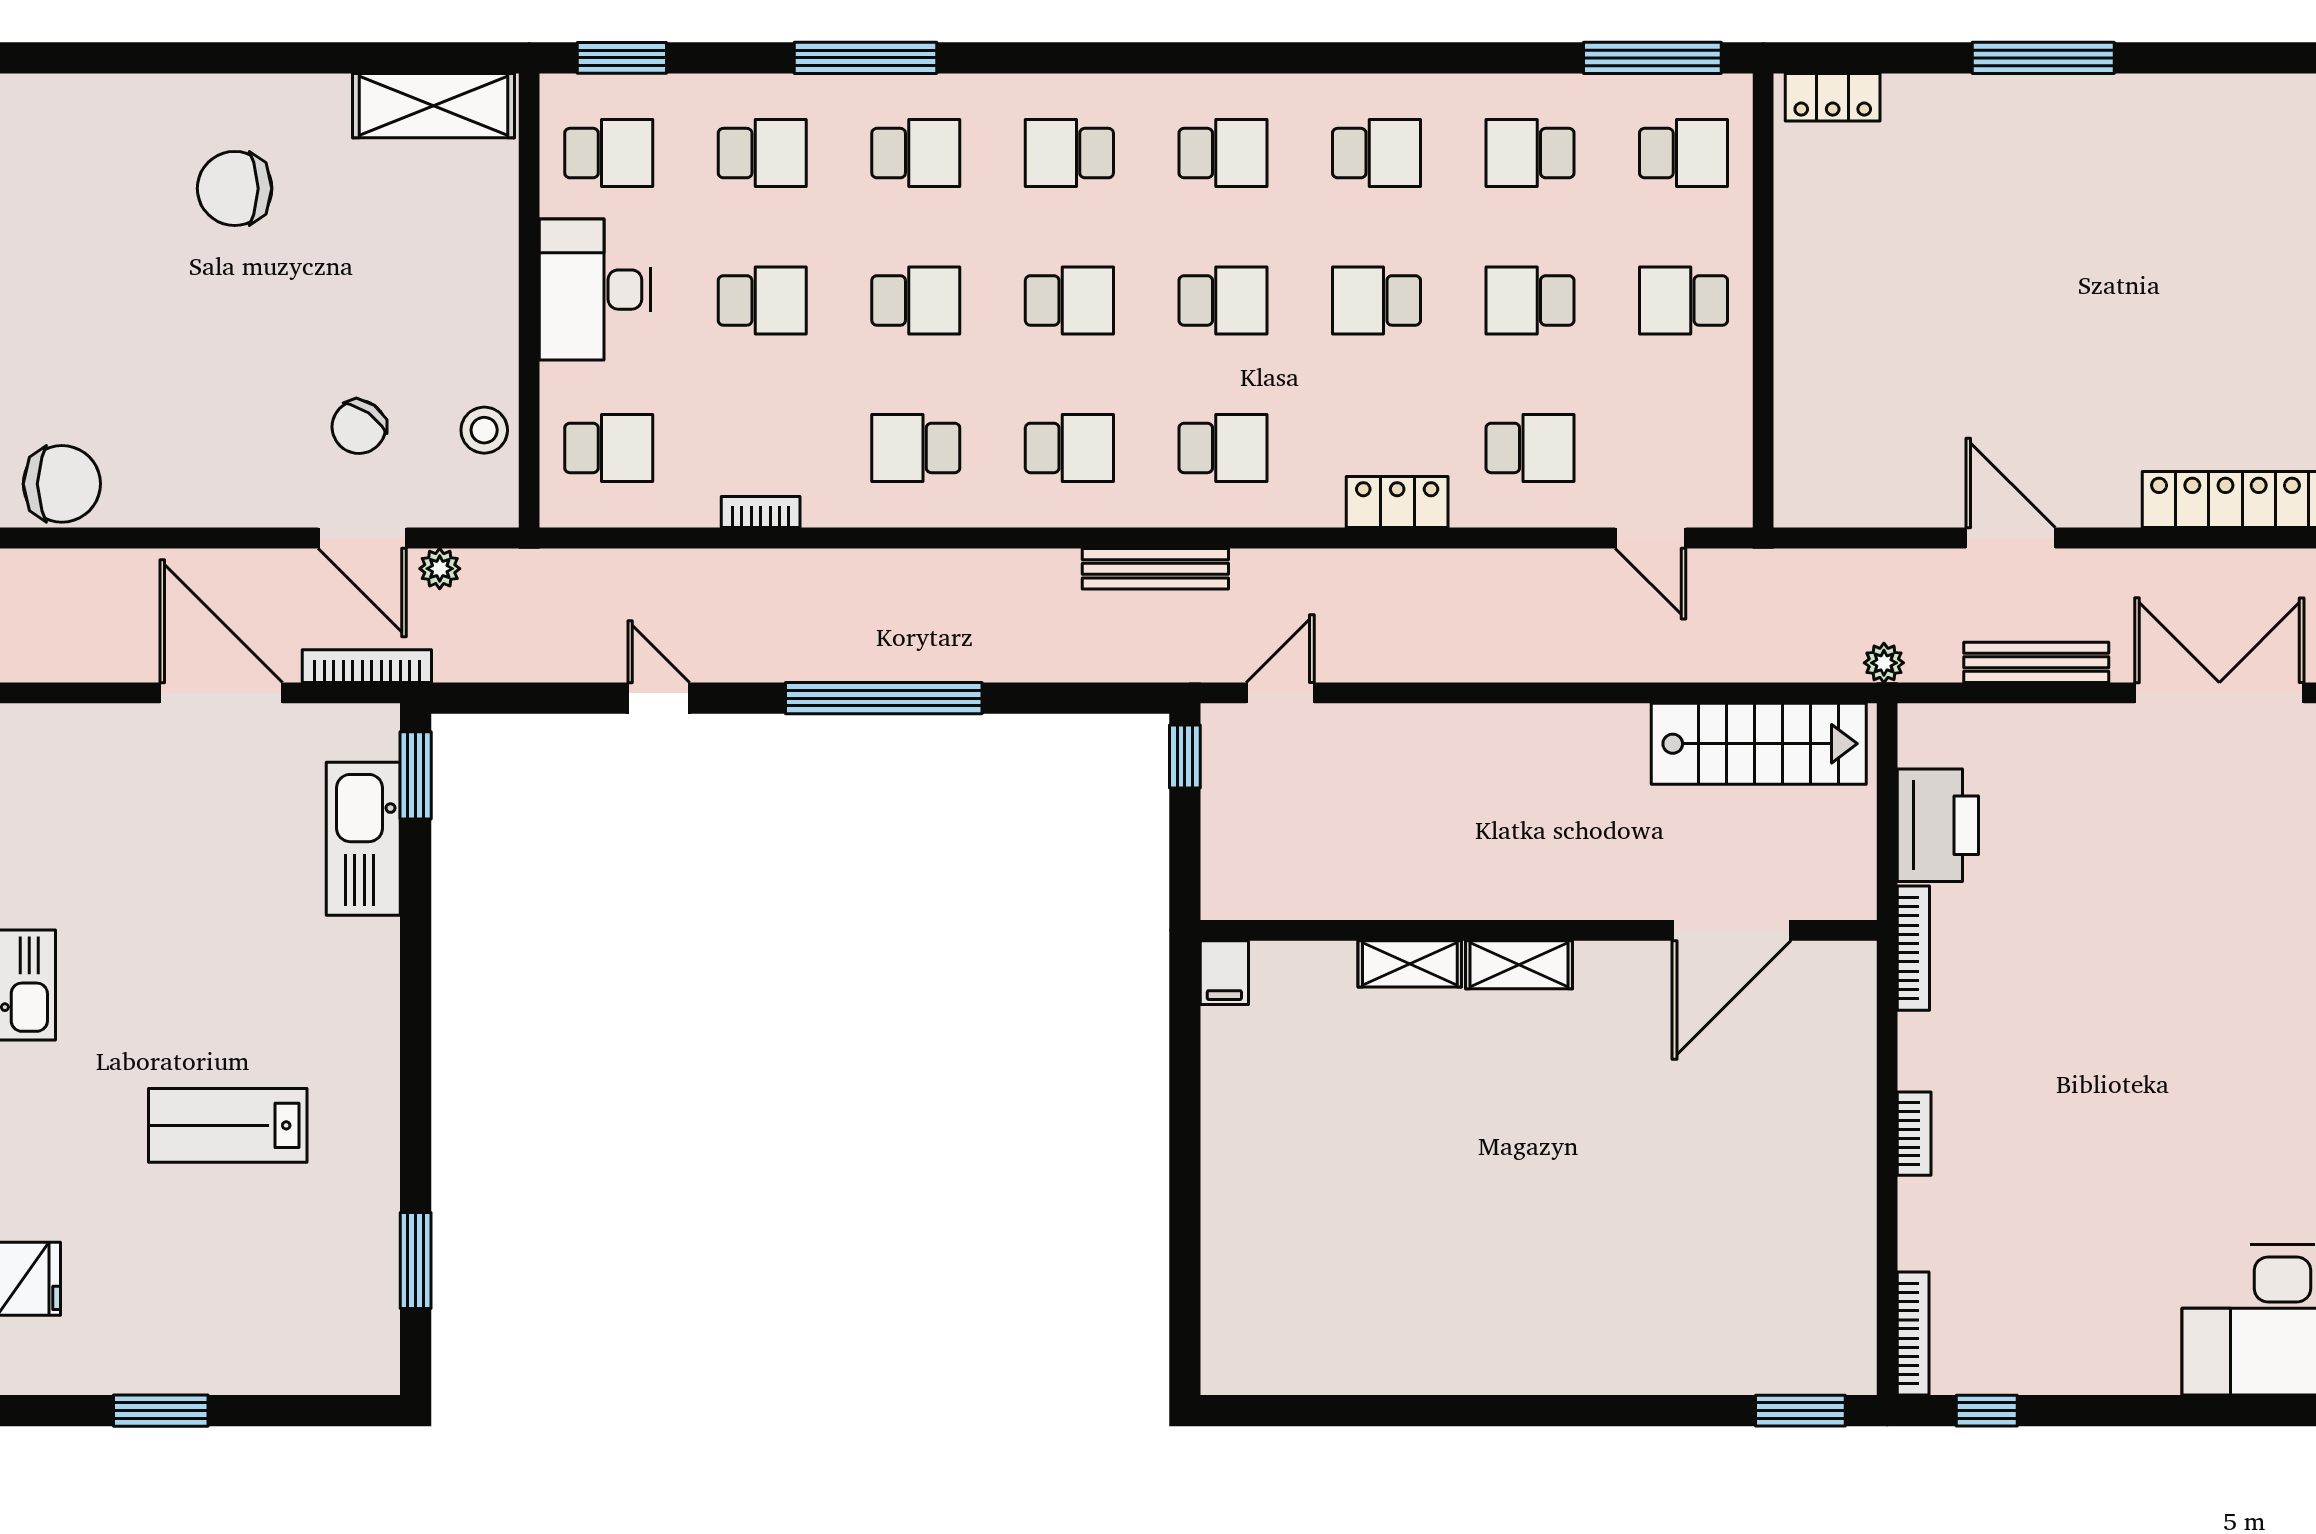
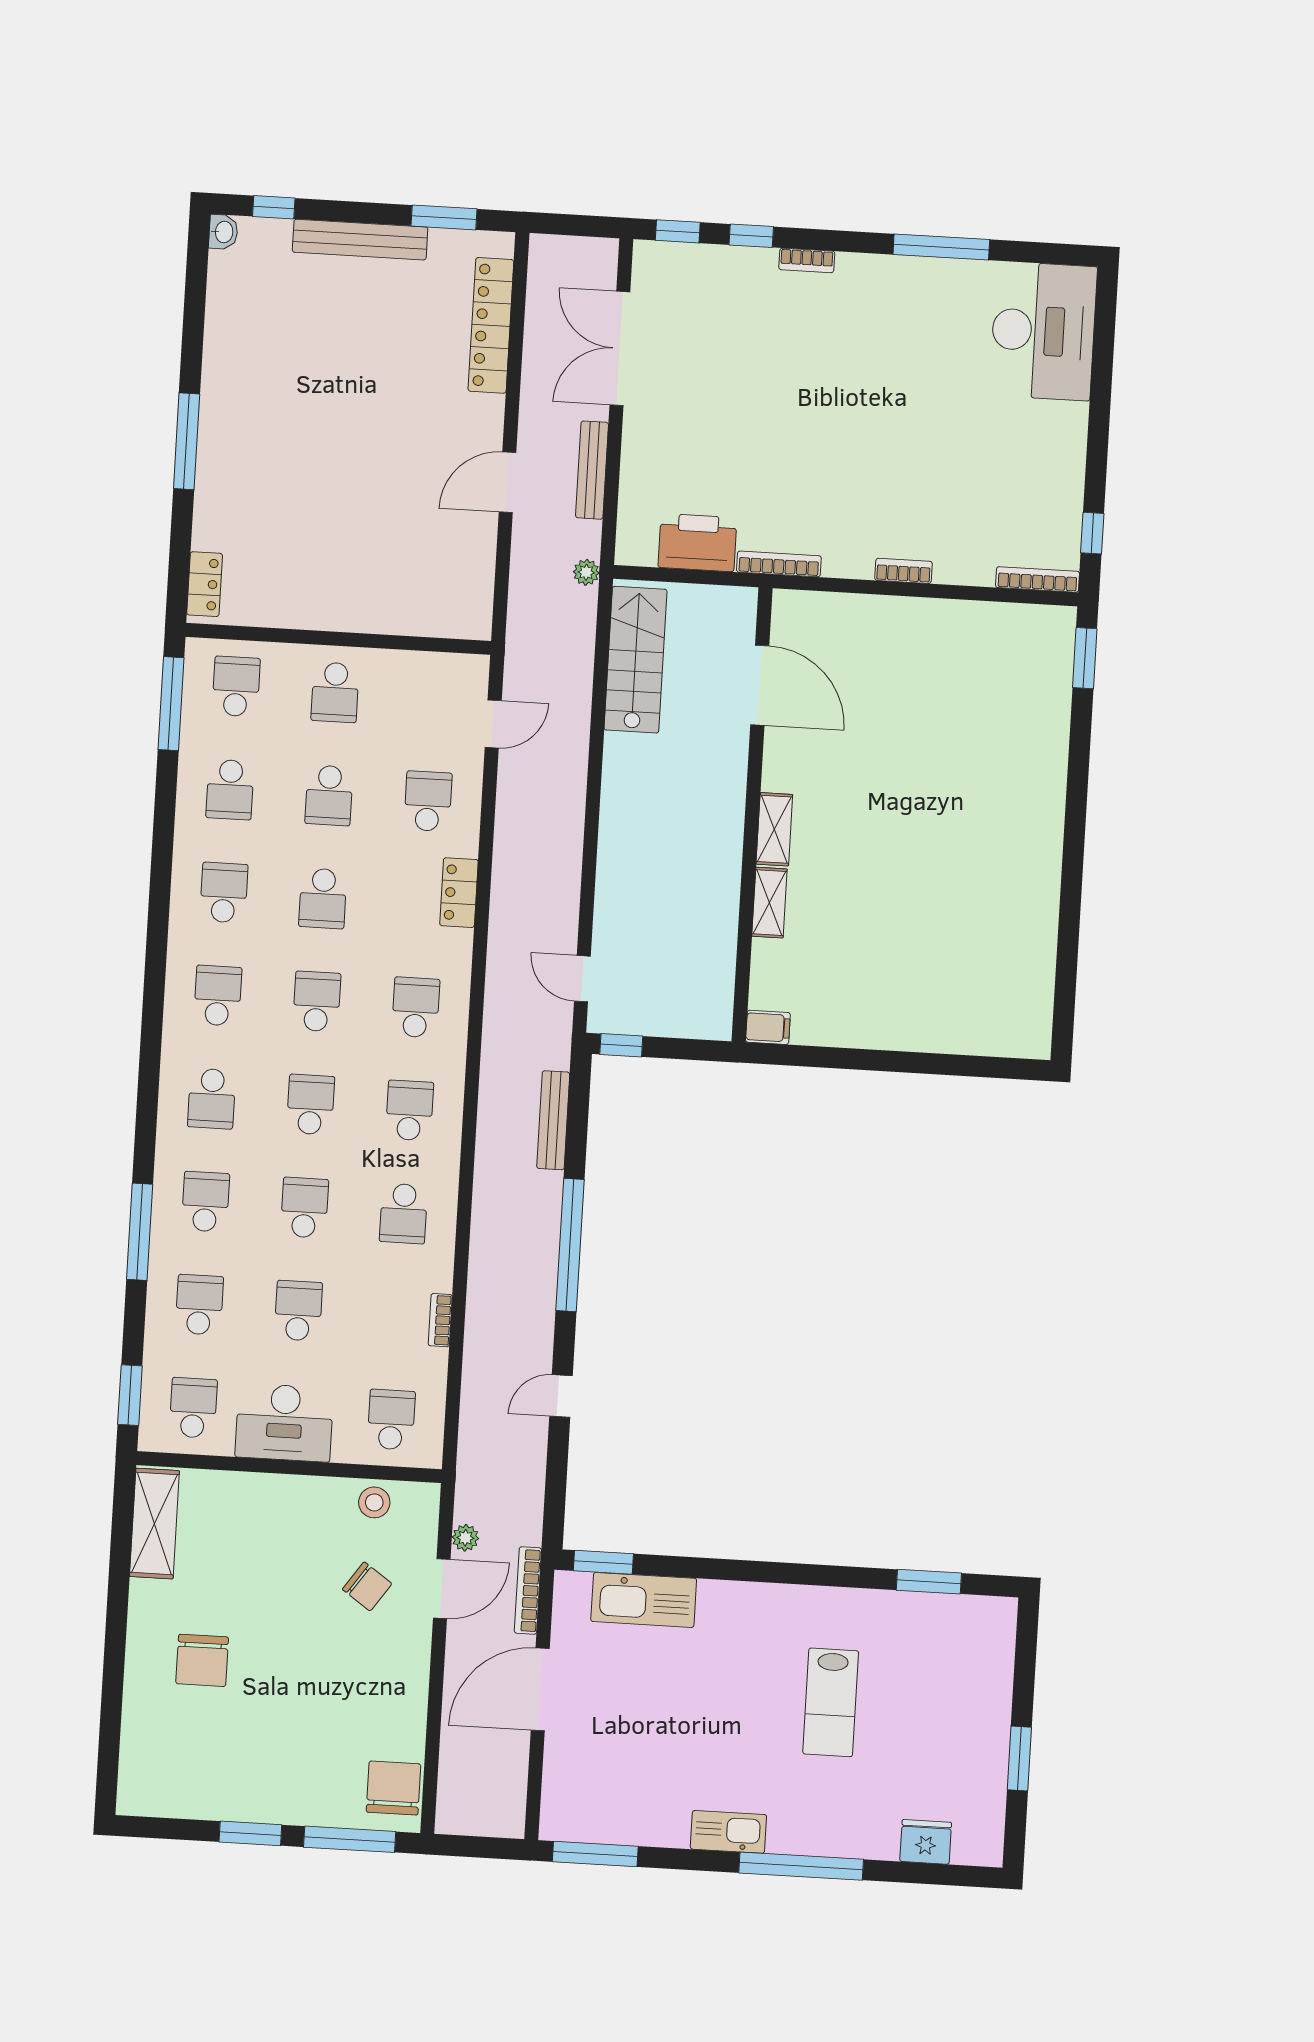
bench: (1155, 569) -> (553, 1120), moved

